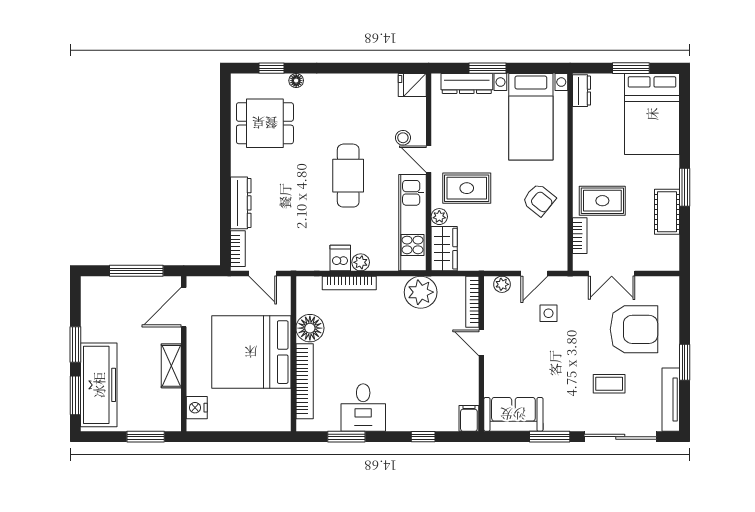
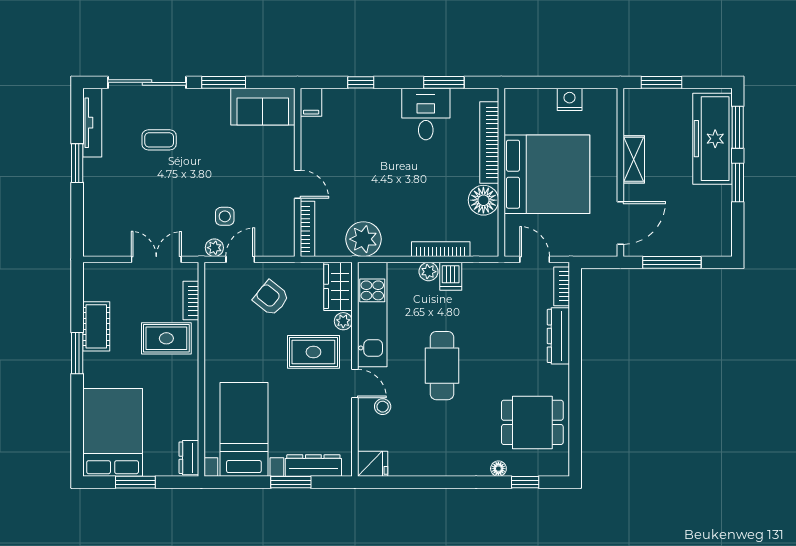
armchair: (539, 200) -> (271, 298), moved
plant: (502, 284) -> (214, 248), moved
armchair: (634, 329) -> (132, 199), removed
nightstand: (197, 408) -> (570, 99), moved, turned -90

